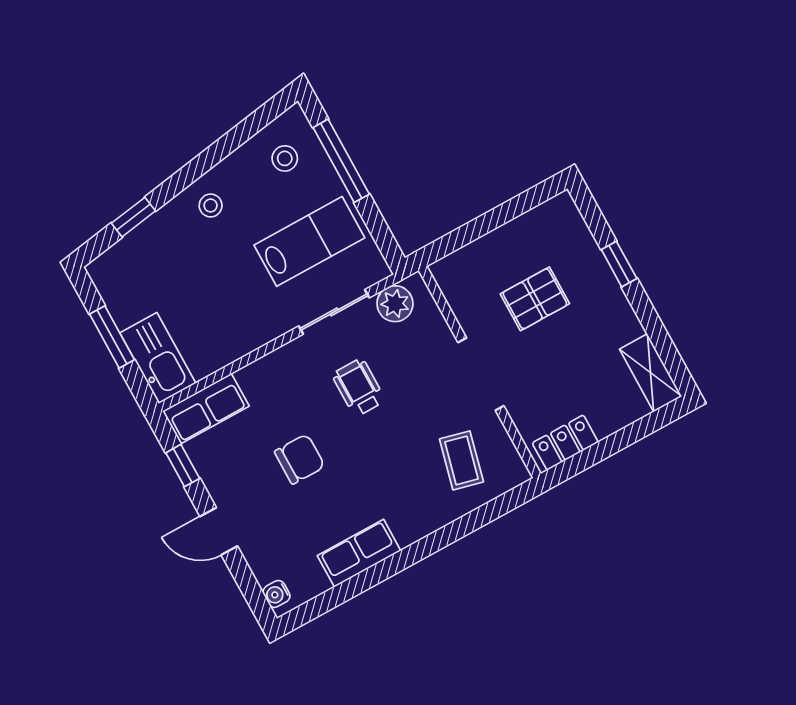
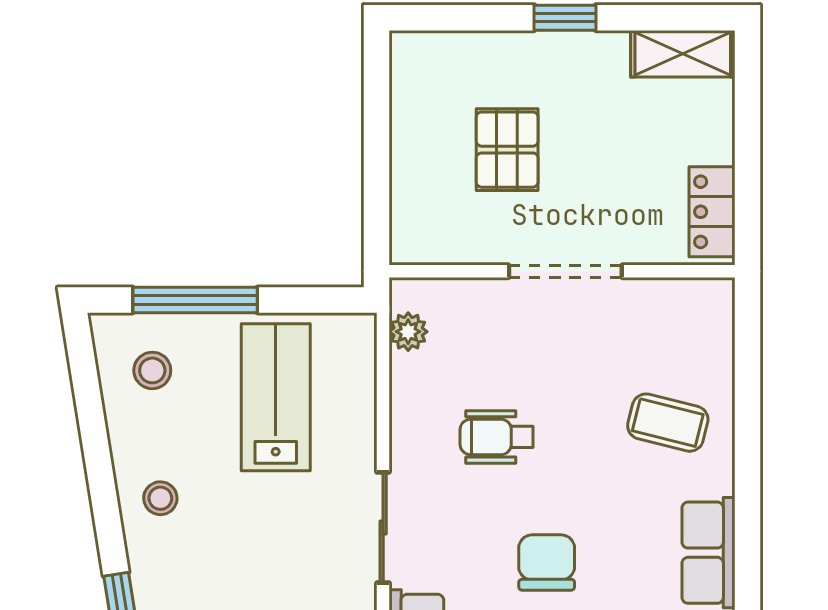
window: (619, 264) -> (565, 18), moved
plant: (395, 304) -> (408, 332), width x0.73, depth x0.73
sliding door: (334, 312) -> (383, 527), moved
coffee table: (461, 460) -> (668, 423), moved

